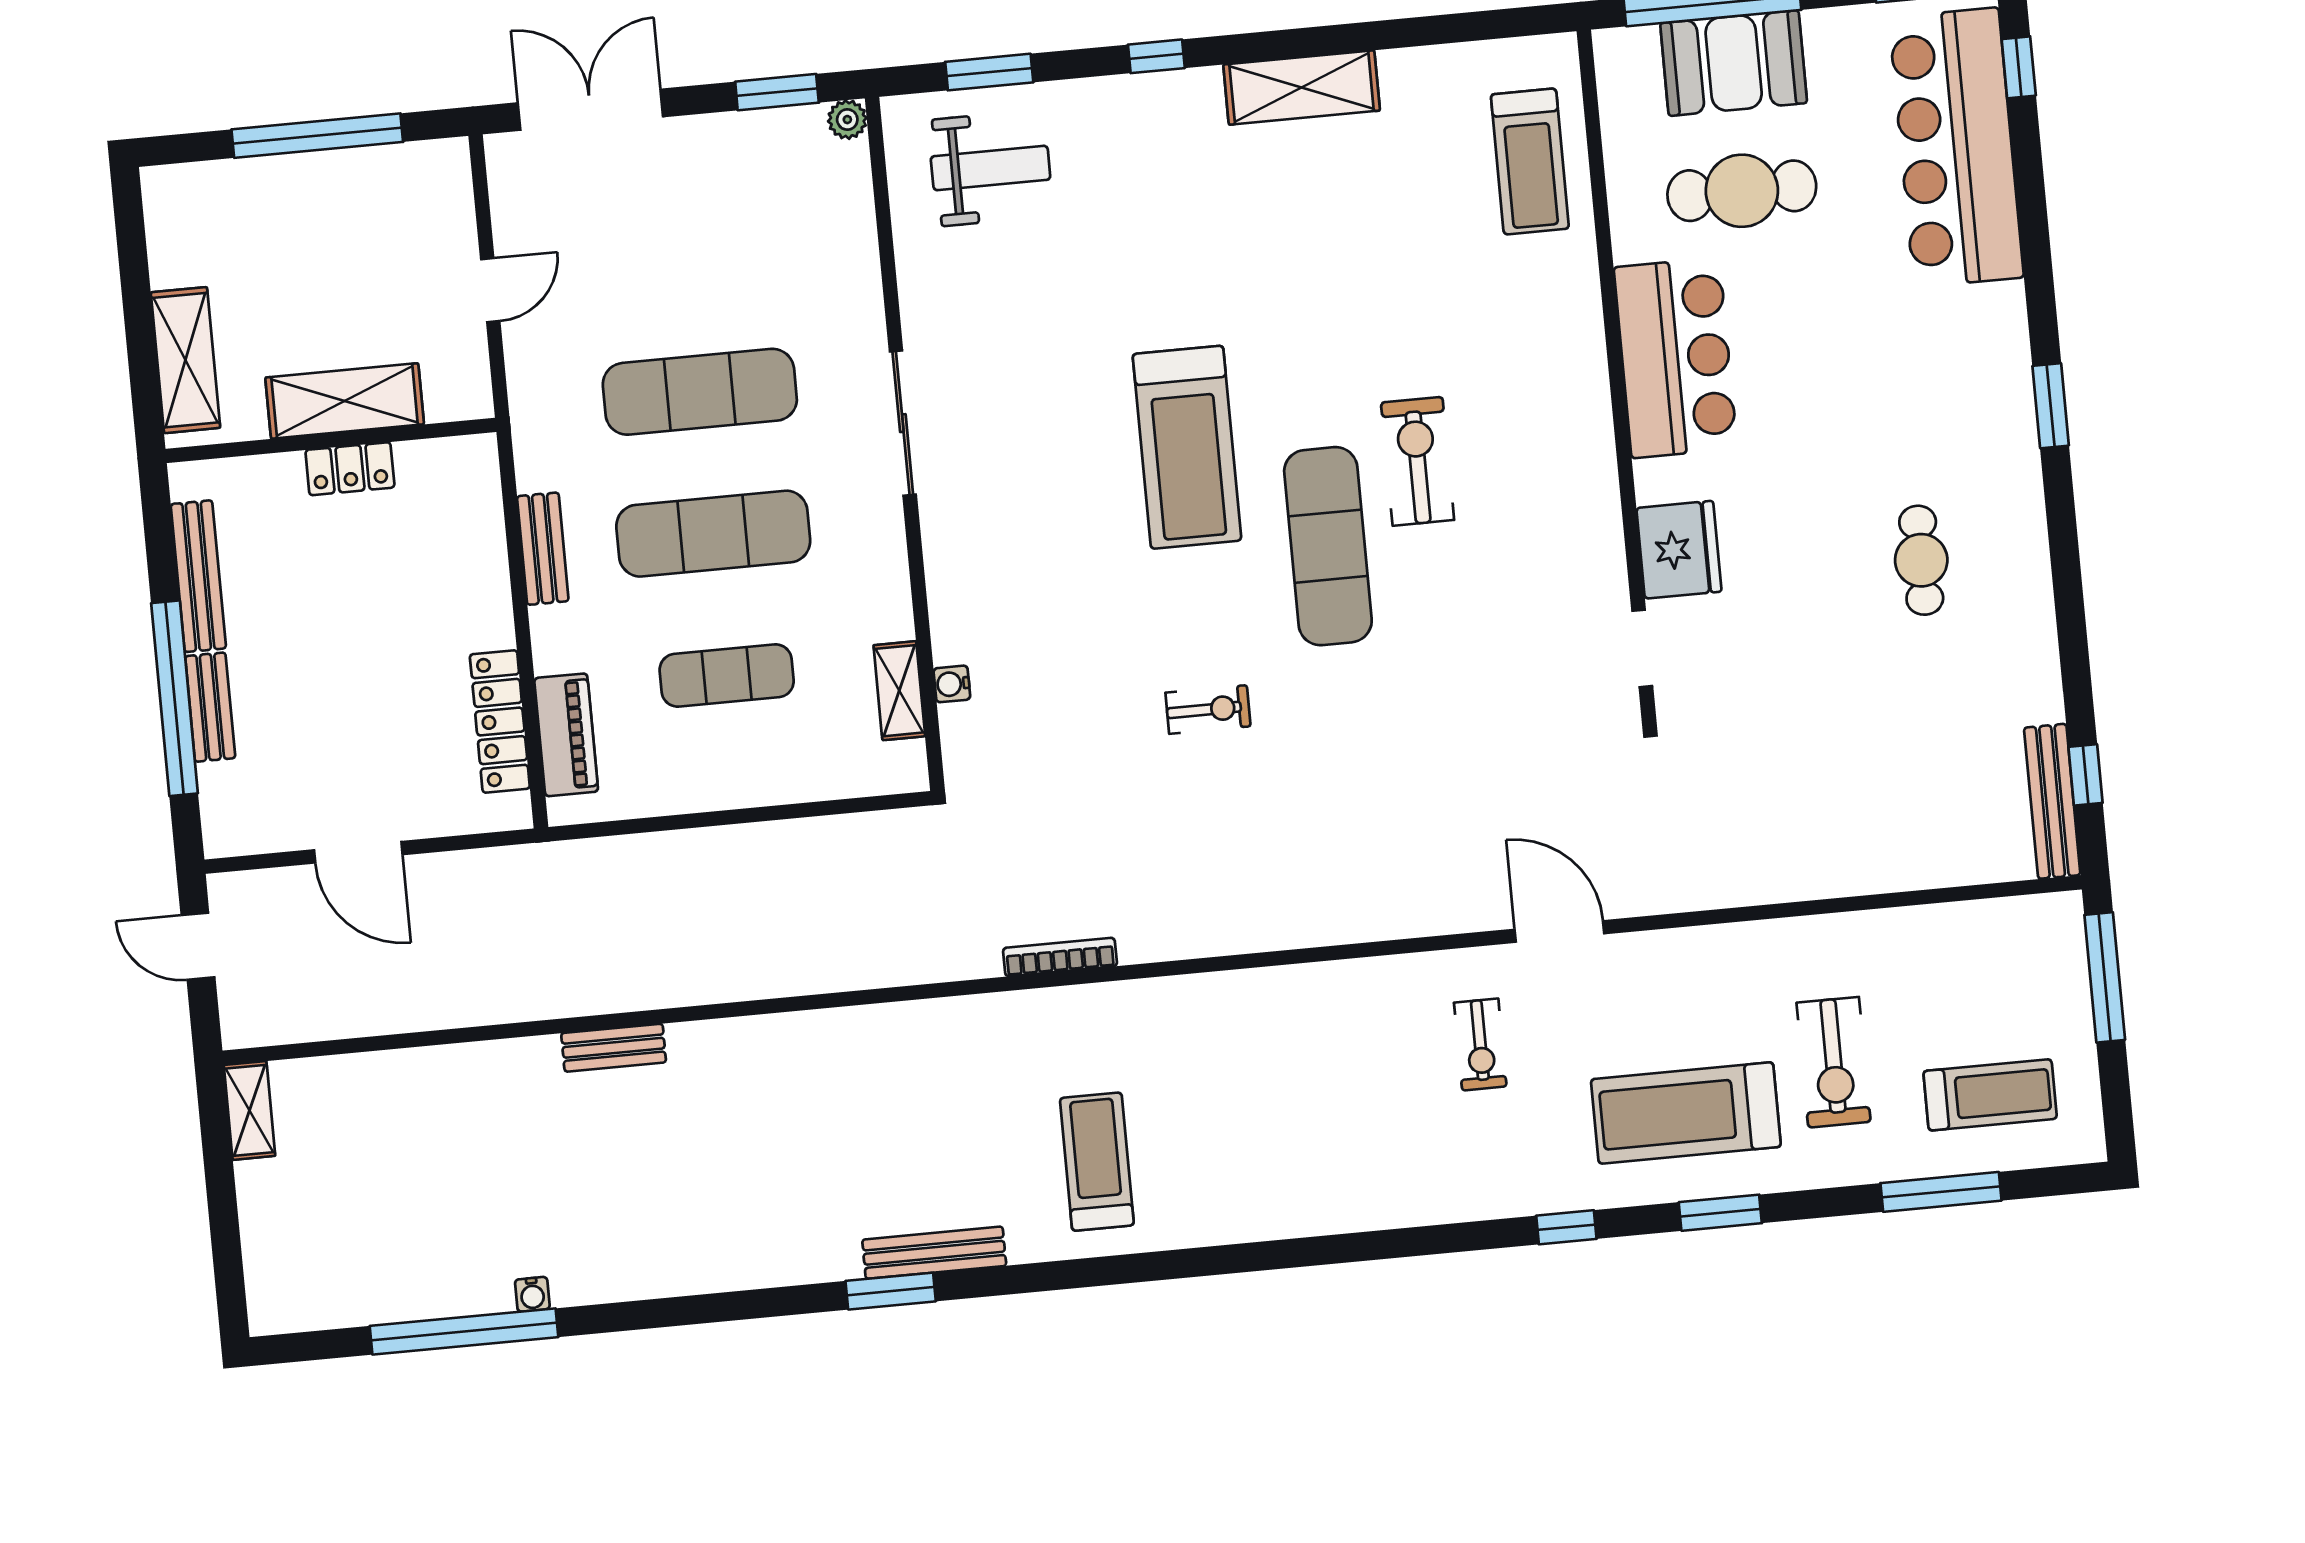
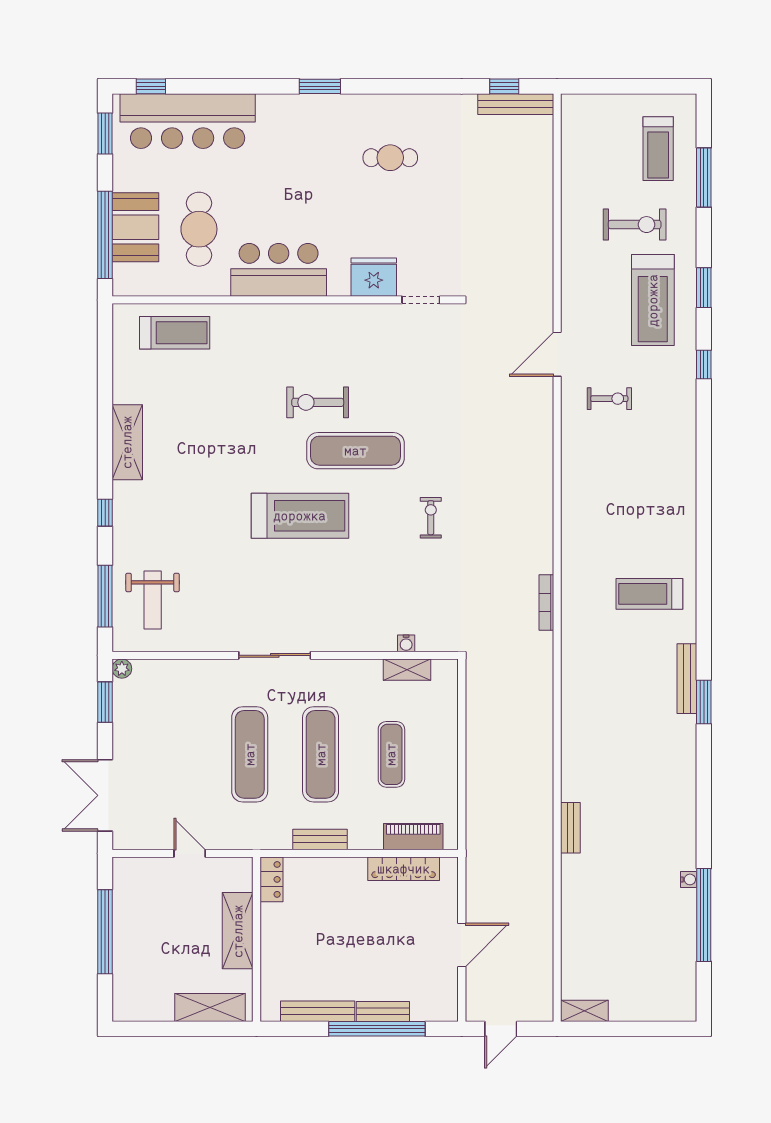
window: (989, 72) -> (105, 596), width x1.44
weight bench: (991, 168) -> (153, 600), turned 180
locker: (350, 469) -> (271, 879), moved
window: (2105, 977) -> (605, 86), removed
treadmill: (1990, 1095) -> (658, 149), turned 180

